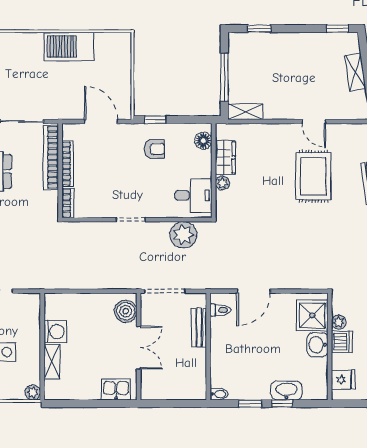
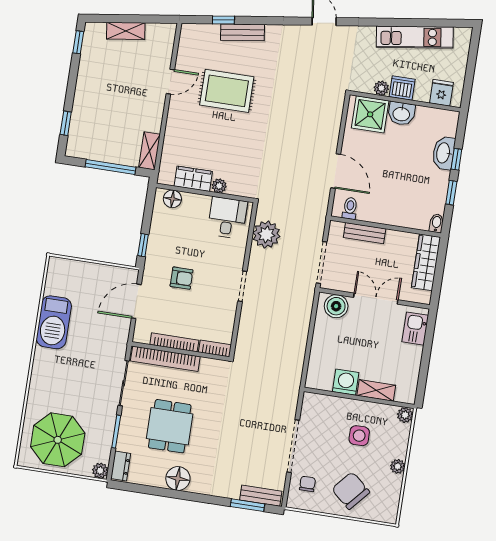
armchair: (154, 149) -> (182, 278), moved, turned 90
wardrobe: (180, 390) -> (426, 262), added

